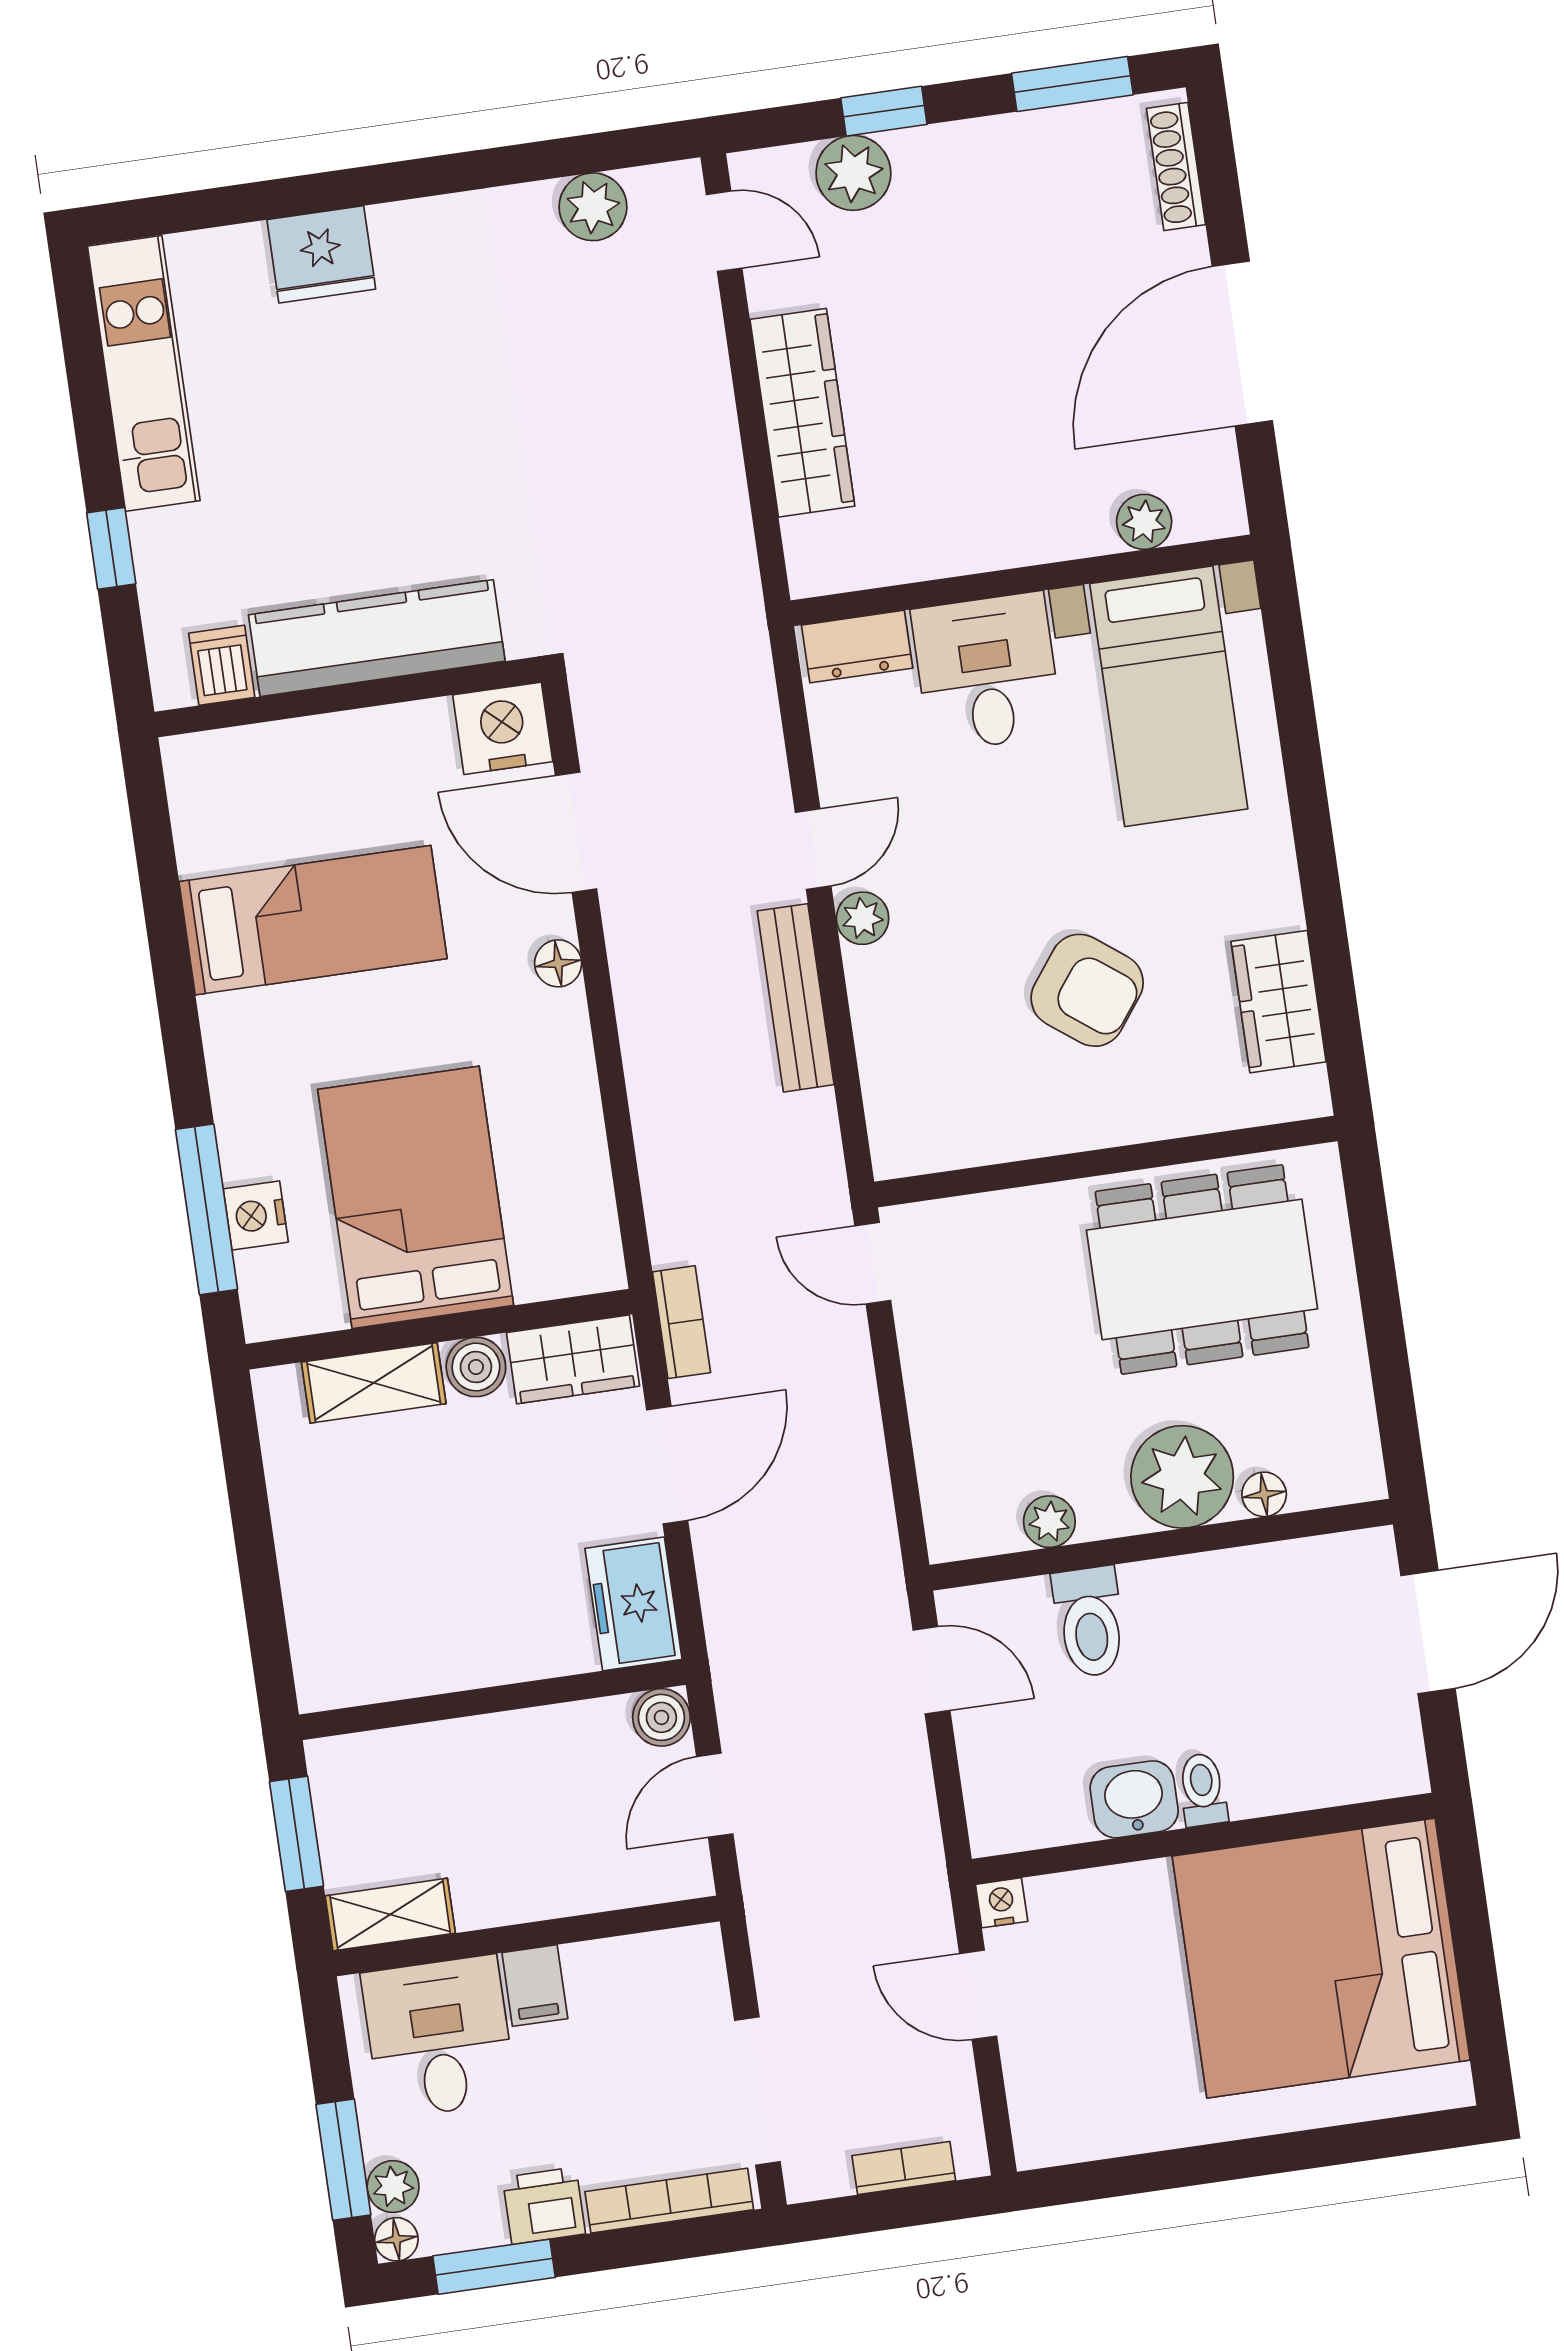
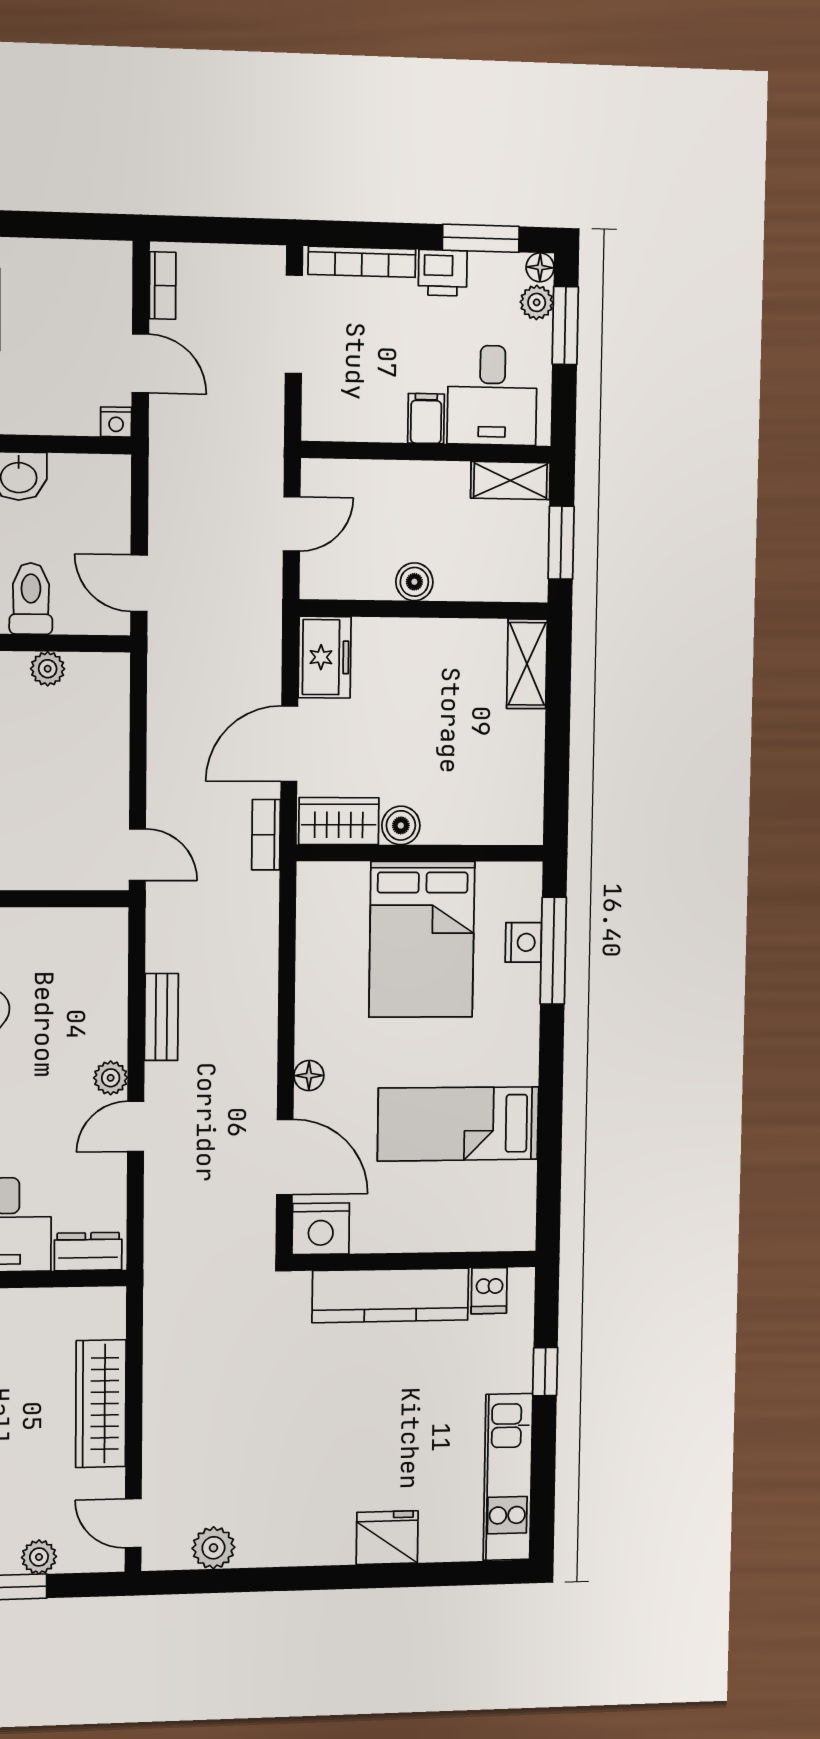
plant: (853, 173) -> (39, 1557), width x0.73, depth x0.73
bench: (796, 998) -> (161, 1017), width x0.73
shelving: (374, 1383) -> (527, 664), moved, turned 90
boiler: (661, 1717) -> (414, 582), moved
bookcase: (904, 2168) -> (163, 286), moved, turned -90

